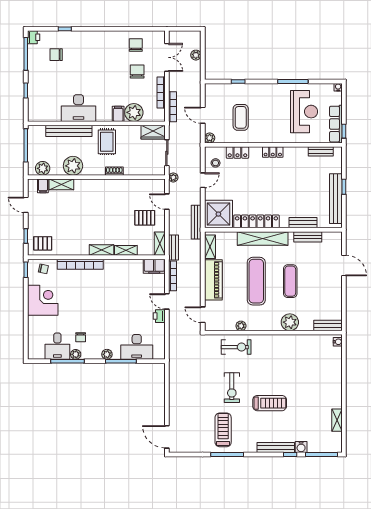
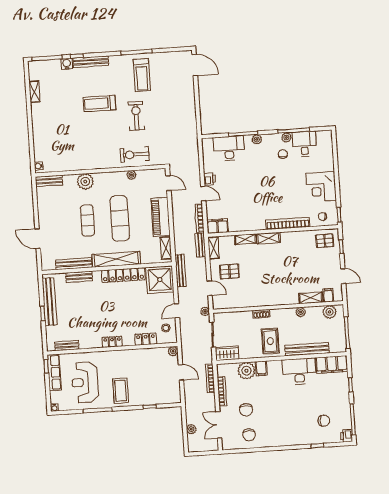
filing cabinet: (44, 113) -> (332, 364), added
coffee table: (241, 117) -> (121, 391), moved
plant: (73, 166) -> (301, 312), width x0.53, depth x0.53
bench: (308, 237) -> (74, 264), width x1.36

